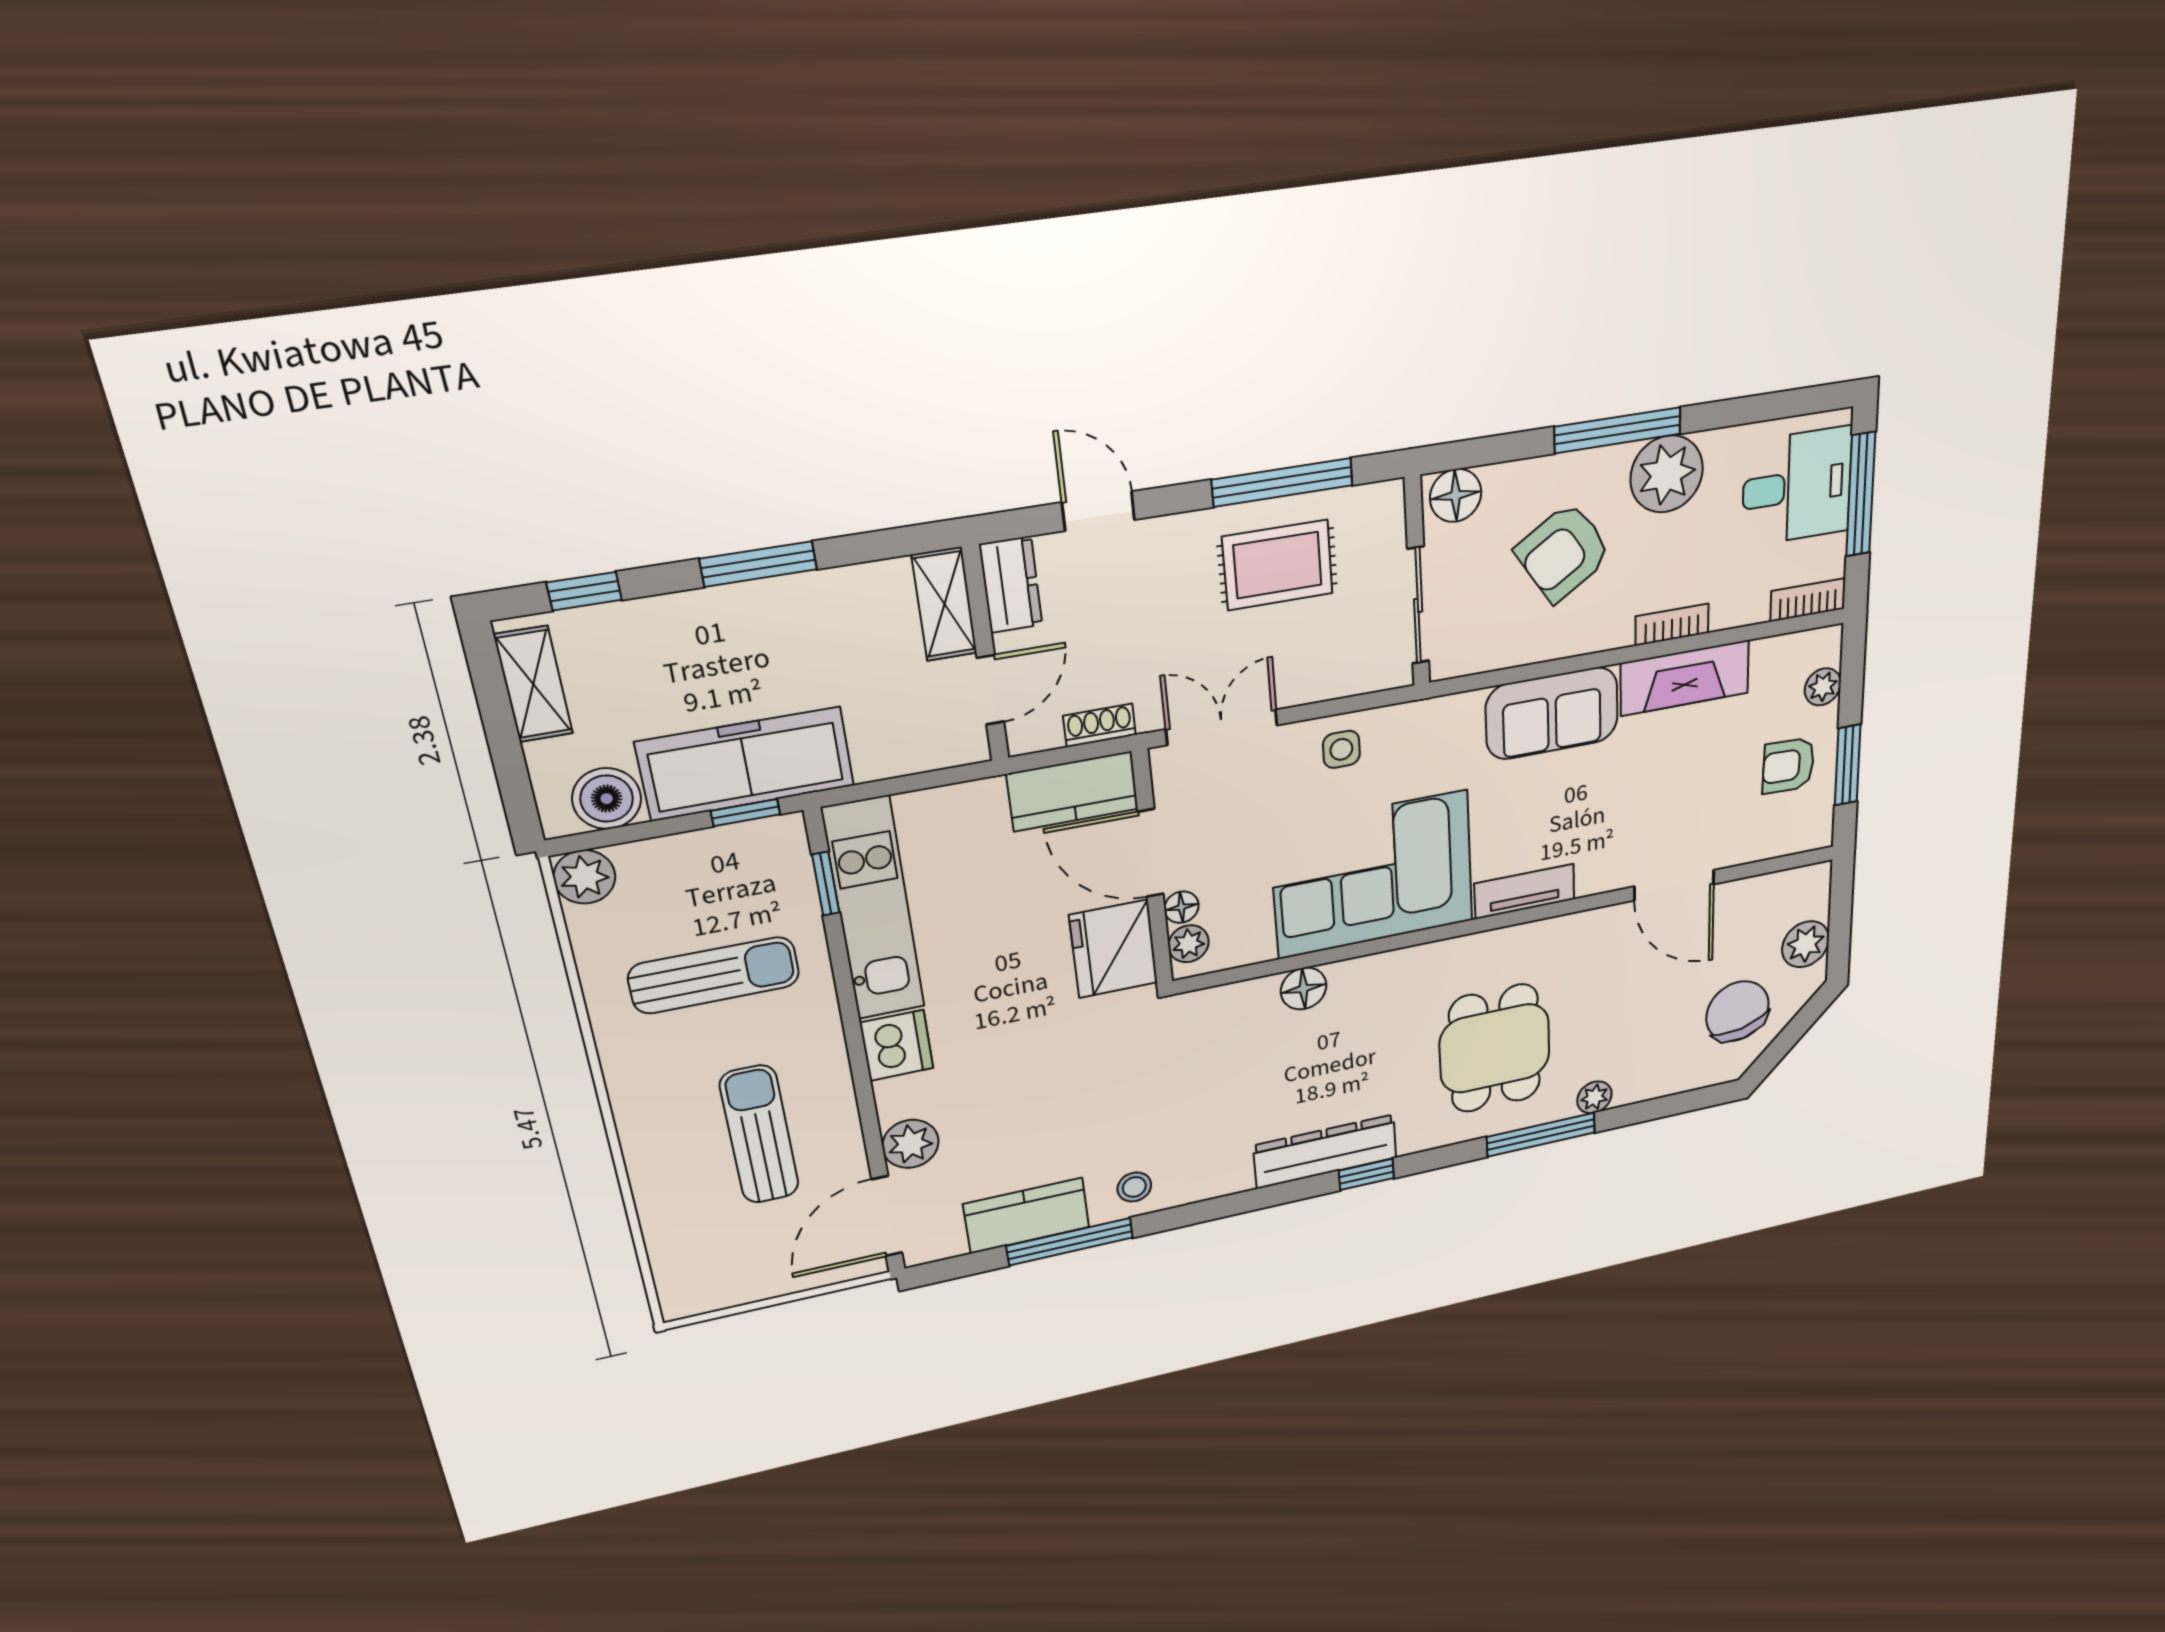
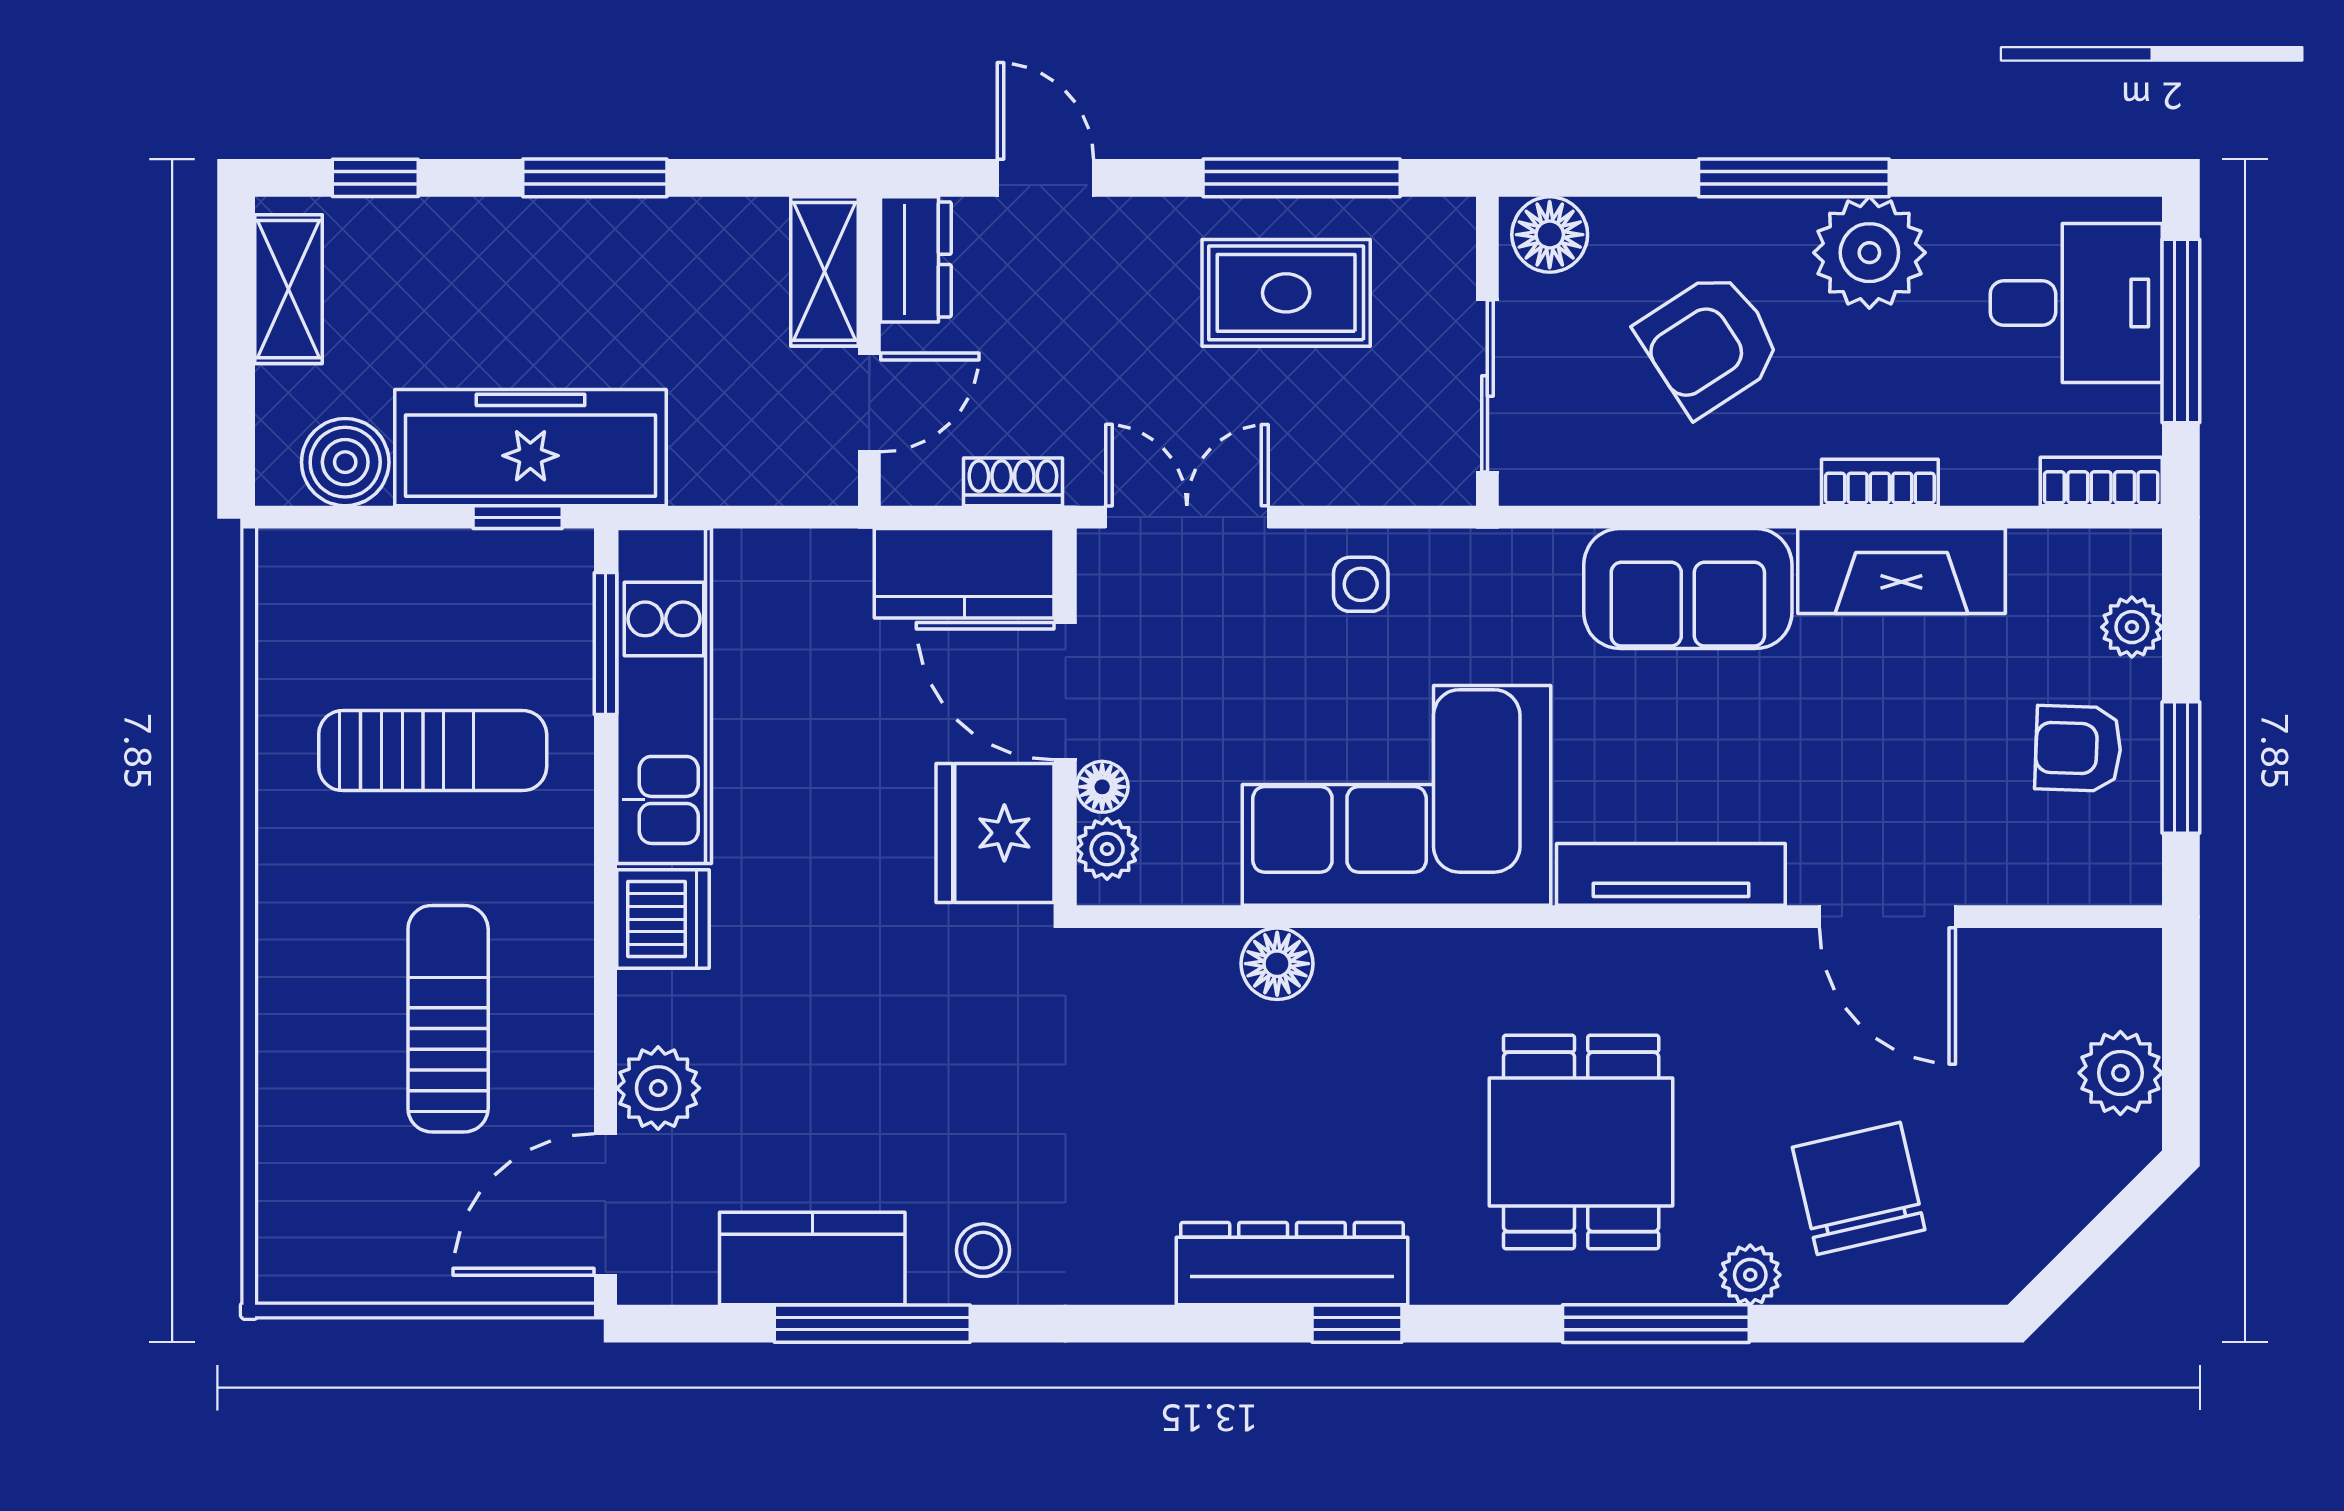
plant: (584, 877) -> (294, 568), removed
window: (826, 884) -> (605, 644), width x1.50
tv unit: (1525, 891) -> (1671, 874), width x1.41
chair: (1738, 1011) -> (1859, 1188), moved

